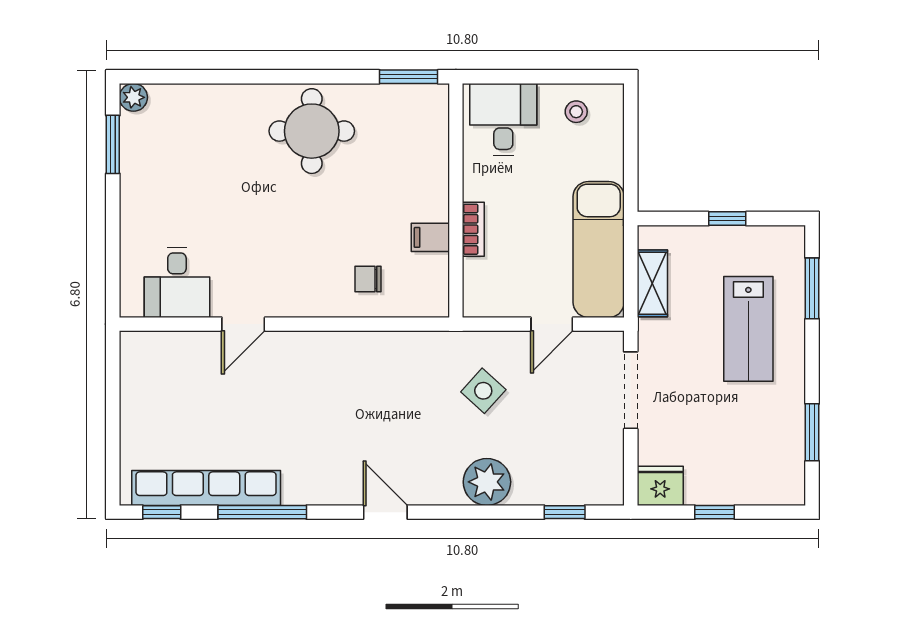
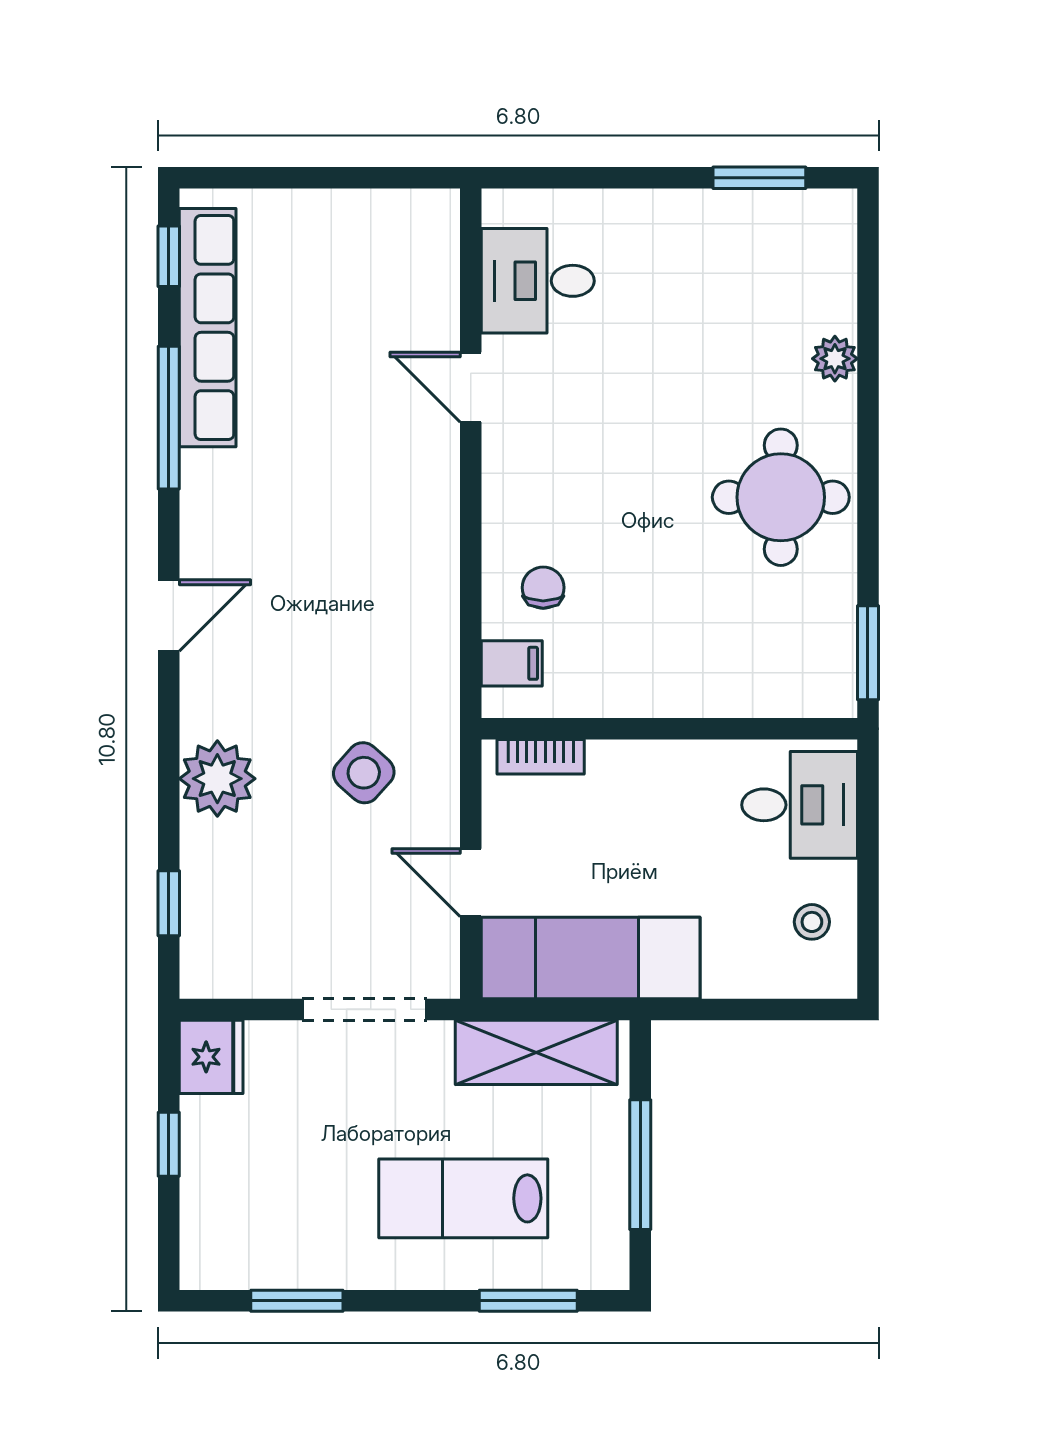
plant: (133, 97) -> (835, 359), moved
window: (727, 219) -> (640, 1165), width x2.17
bookcase: (473, 229) -> (541, 757), moved
filing cabinet: (430, 237) -> (512, 663), moved, turned 90
shelving: (652, 283) -> (536, 1052), width x1.50, depth x1.33

